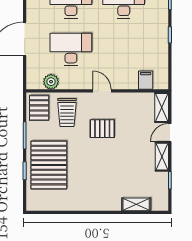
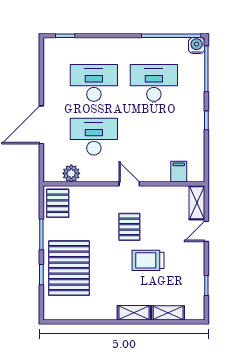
trolley: (67, 113) -> (148, 260), moved, turned 90
pallet: (102, 129) -> (129, 227), turned 90
shelving: (162, 157) -> (134, 313), moved, turned 90

